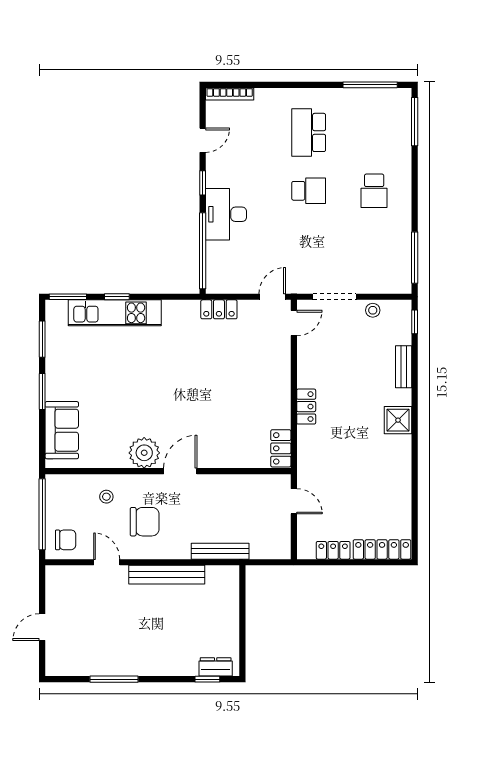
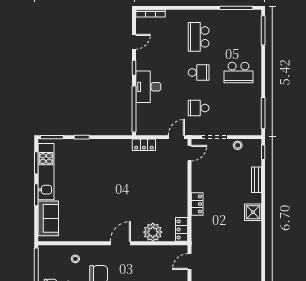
school desk: (374, 191) -> (238, 72), width x1.85
school desk: (309, 249) -> (199, 108), added
kitchen unit: (115, 313) -> (46, 172), moved, turned -90
plant: (144, 453) -> (153, 232), moved
door: (294, 501) -> (190, 262), swing flipped

